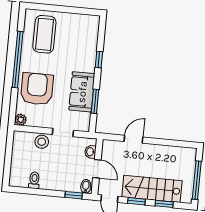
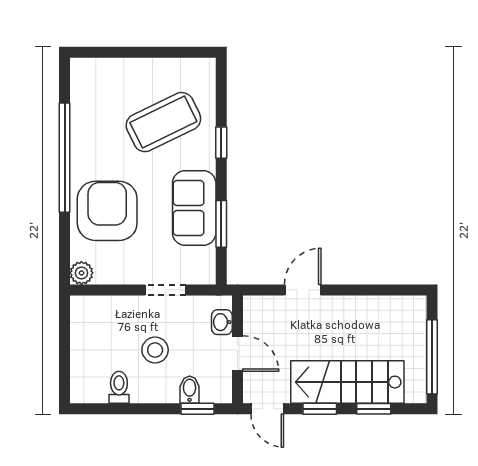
coffee table: (44, 34) -> (163, 122), moved, turned 64
stool: (42, 142) -> (155, 350), moved
bidet: (86, 186) -> (190, 390), moved

